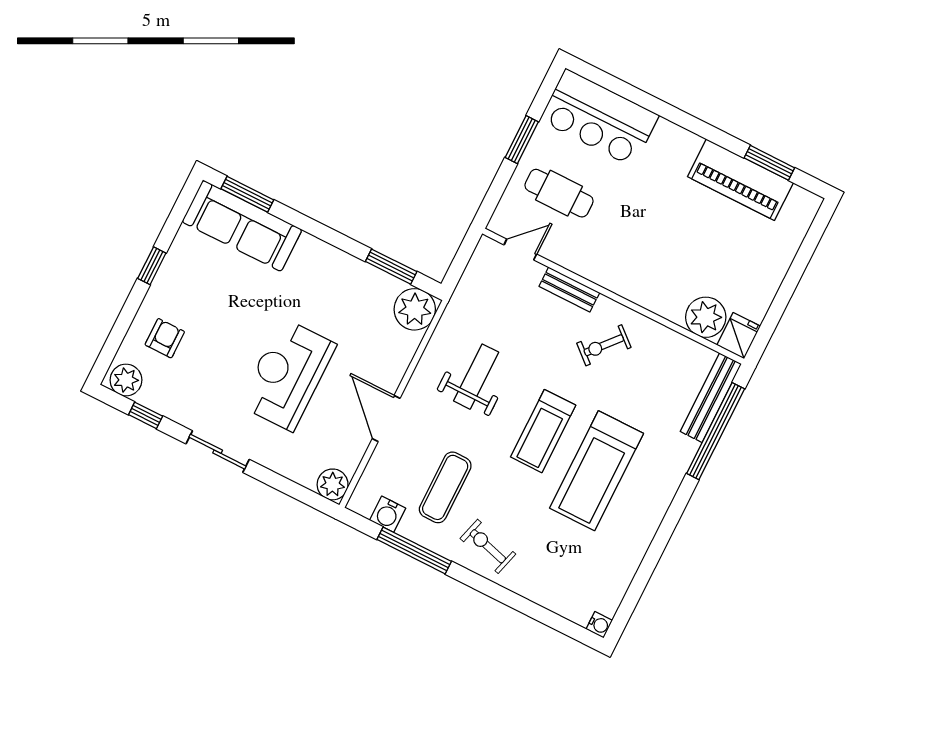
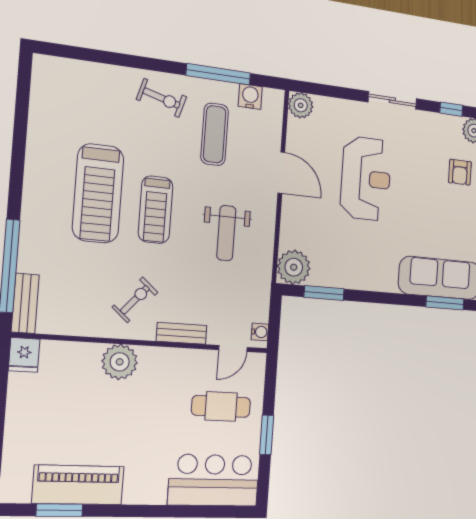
plant: (706, 317) -> (120, 362), moved
bench: (711, 398) -> (25, 303), width x0.73
treadmill: (543, 431) -> (156, 210), turned 180
treadmill: (596, 471) -> (98, 193), turned 180
water cooler: (599, 625) -> (260, 332), moved, turned 180

